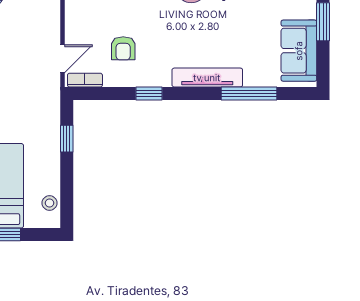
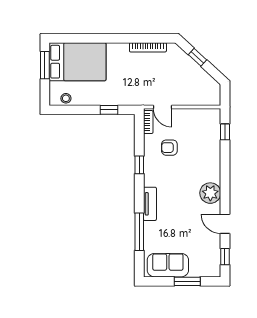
tv unit: (207, 78) -> (150, 204), width x0.71

